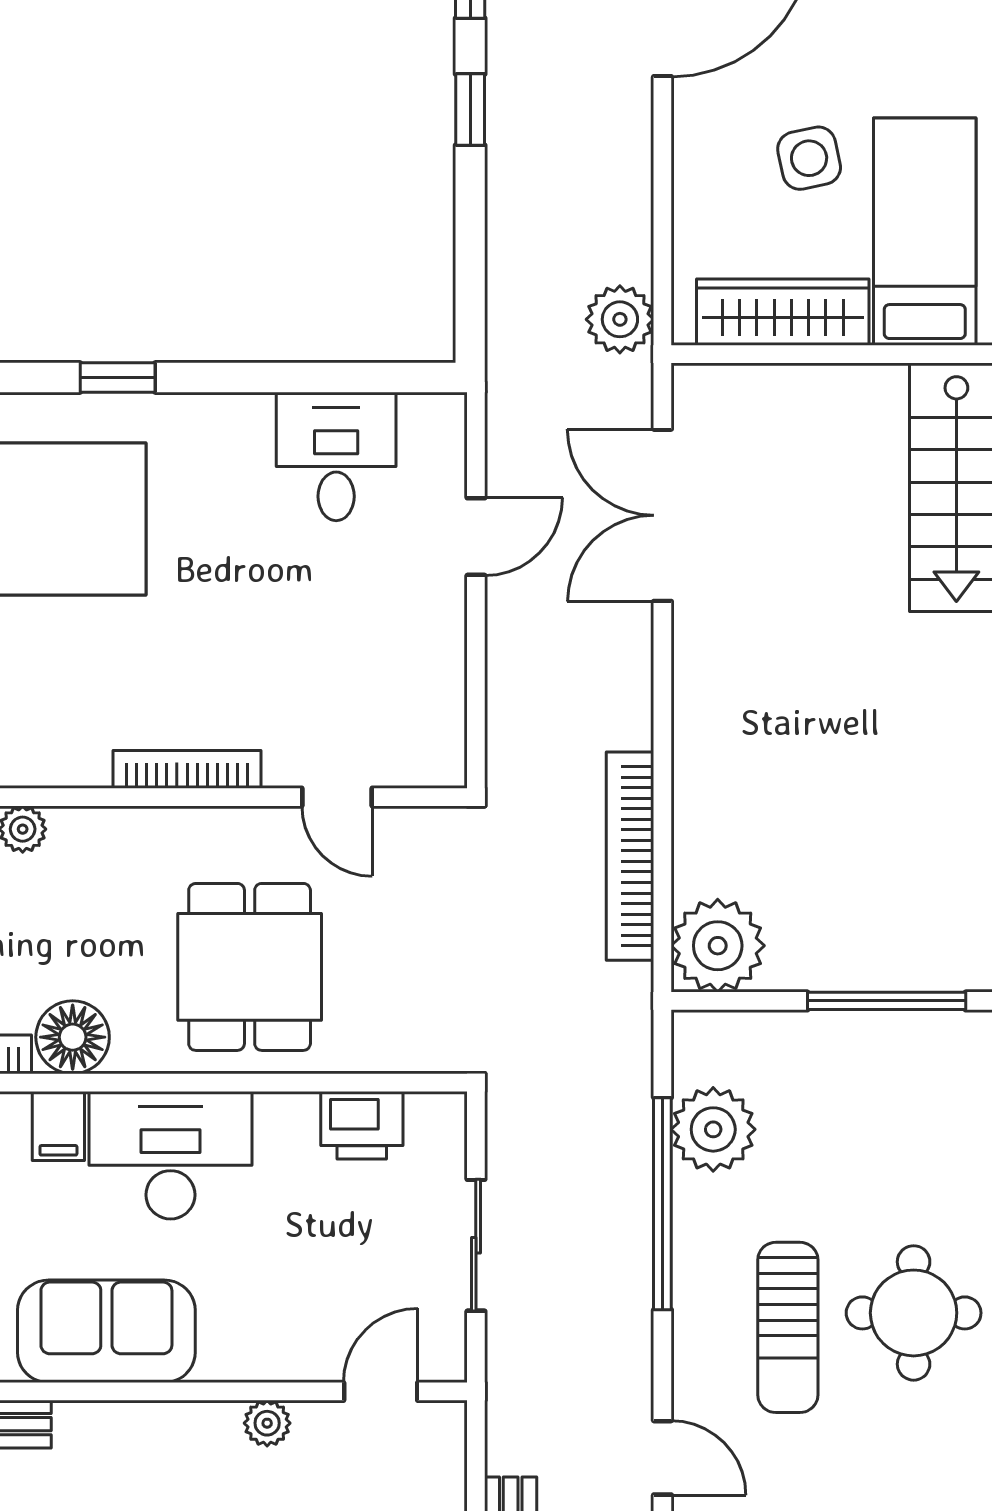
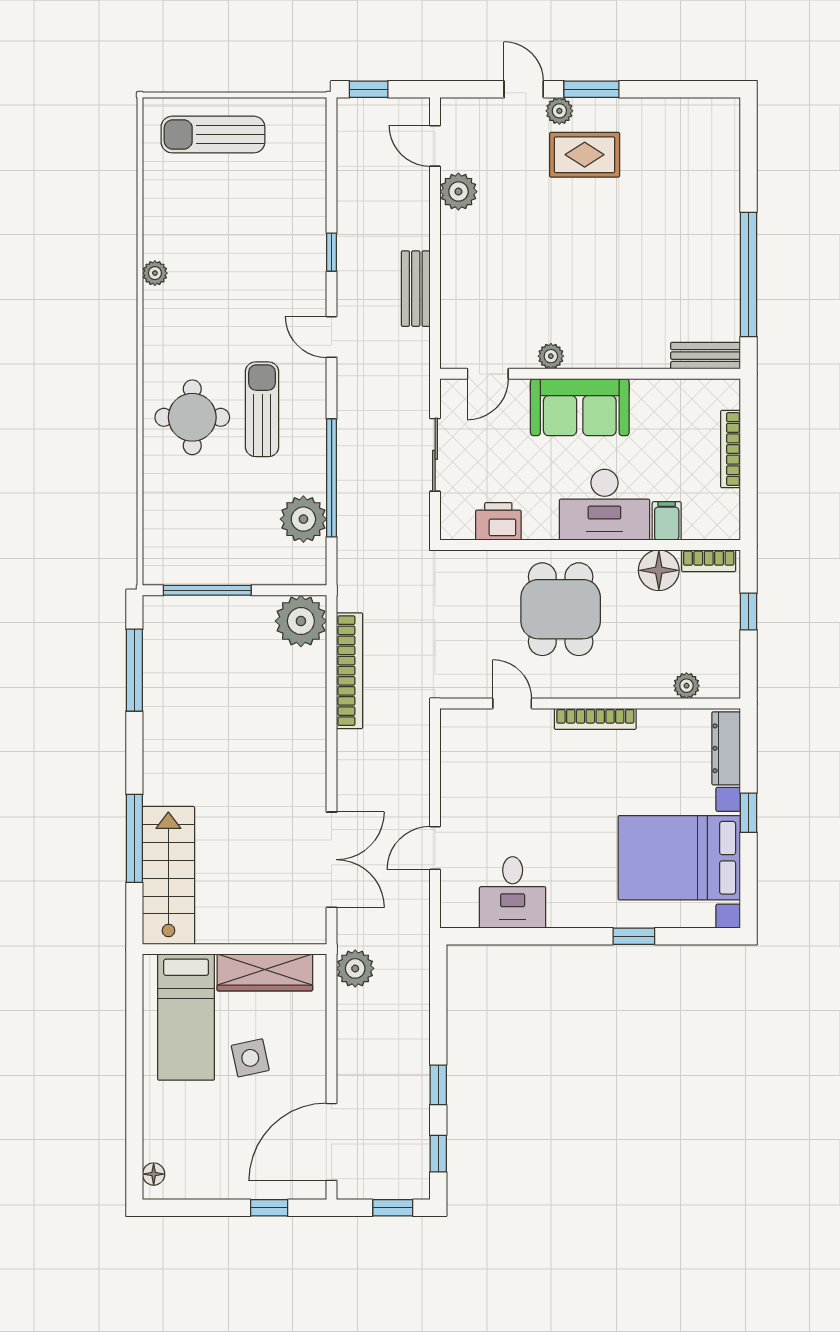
sofa: (106, 1331) -> (580, 407), moved

